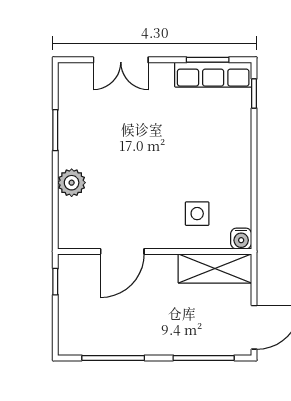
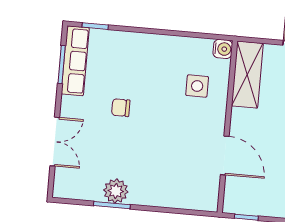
chair: (165, 130) -> (121, 108), added
plant: (72, 183) -> (116, 191), moved

